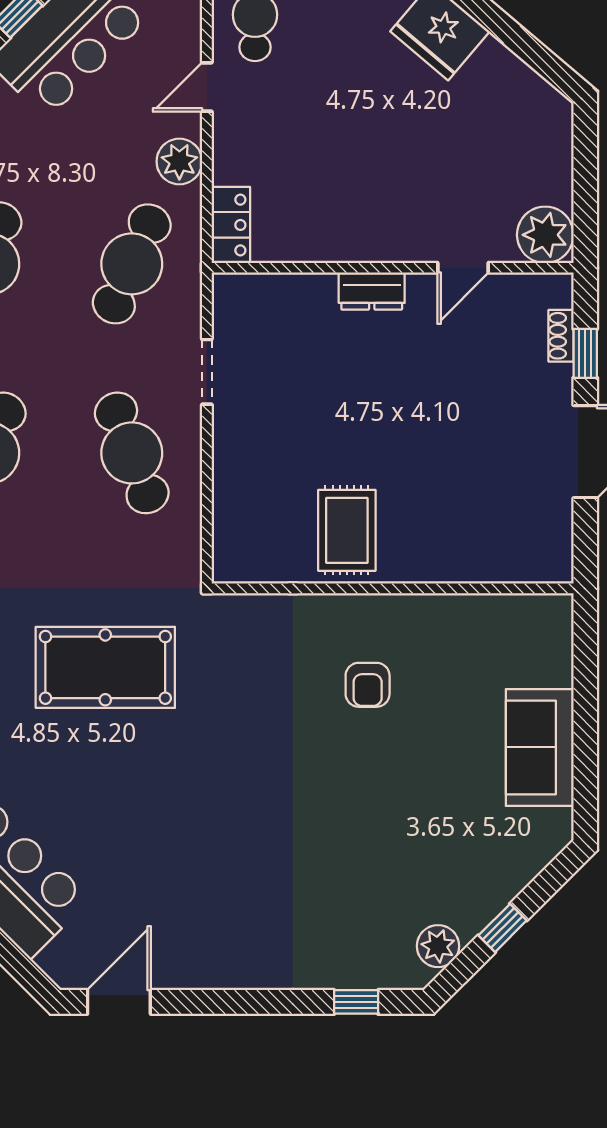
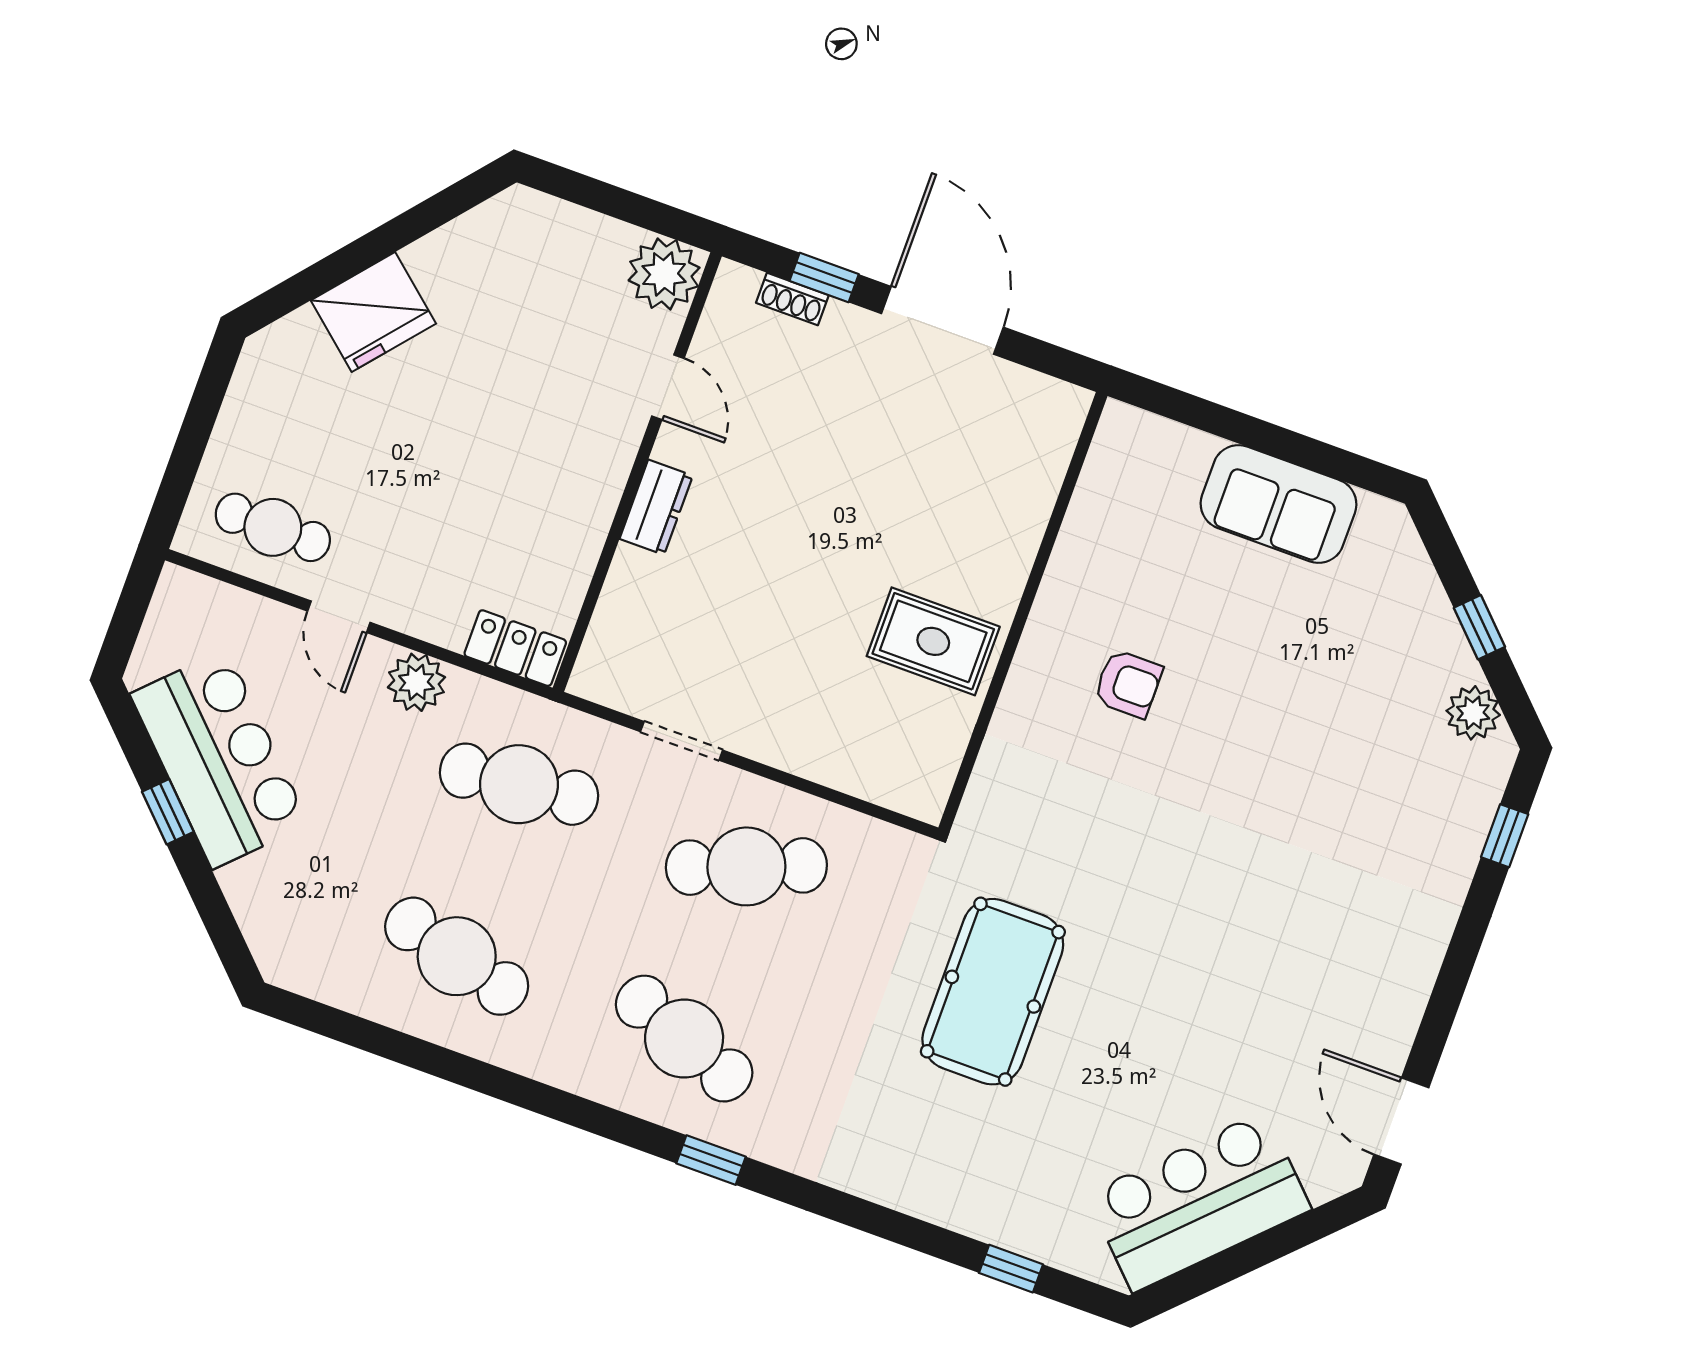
cafe table: (132, 264) -> (519, 784), turned -30

